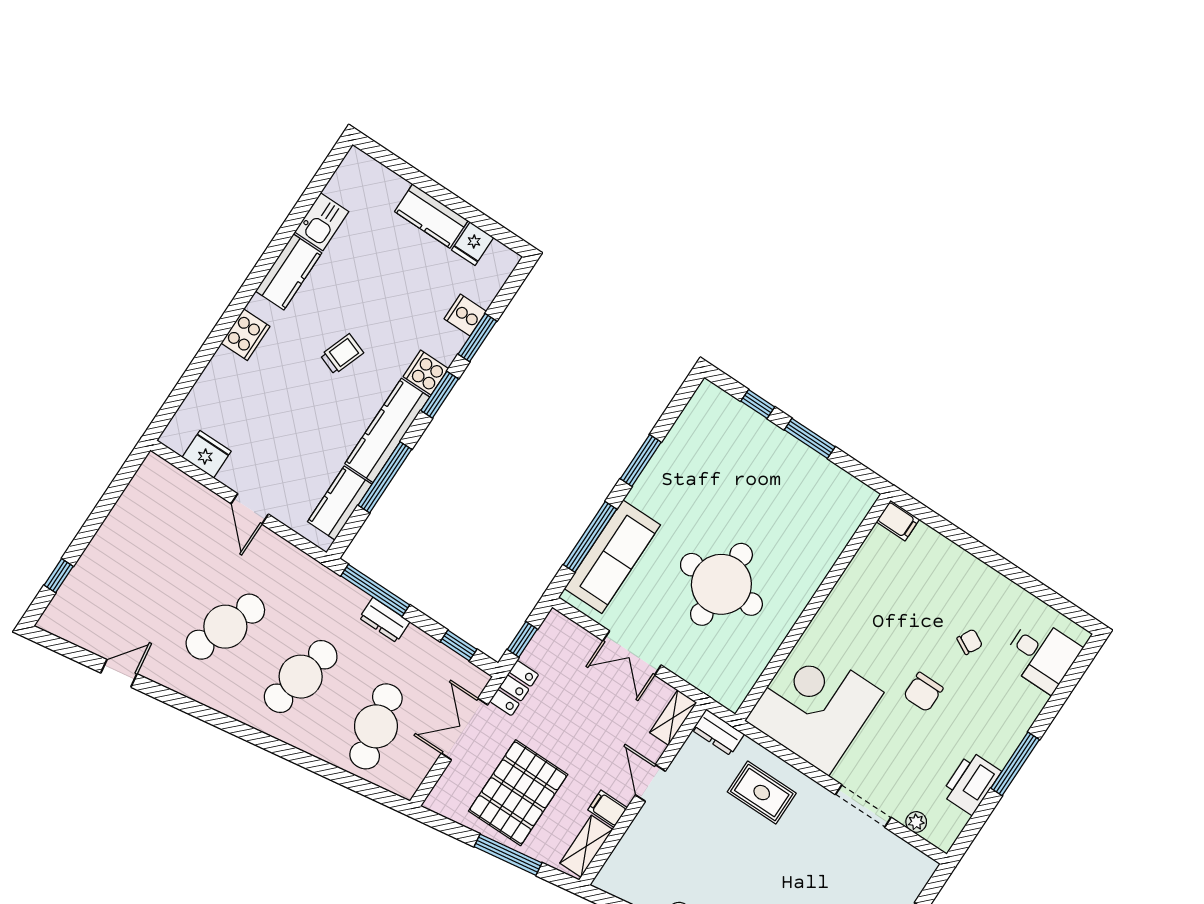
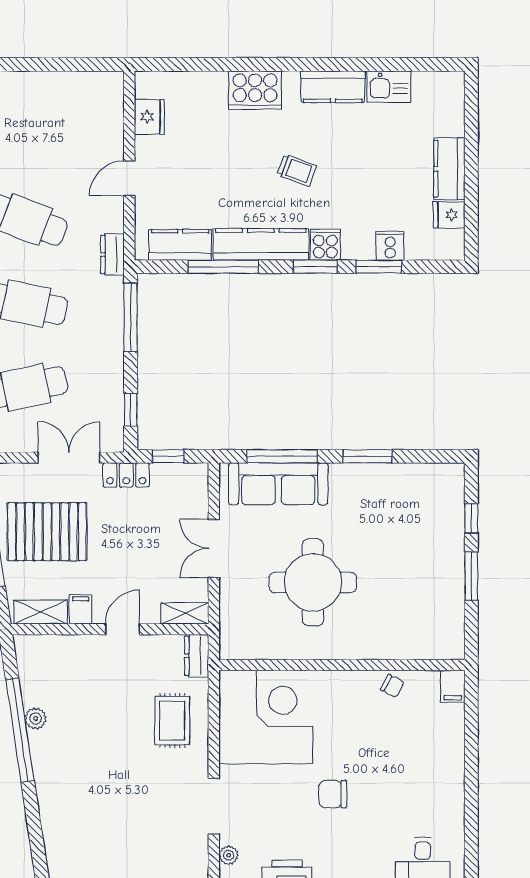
cooker: (245, 335) -> (255, 90), width x1.37, depth x1.31
dresser: (385, 620) -> (112, 254), moved
chair: (970, 642) -> (392, 686), moved

